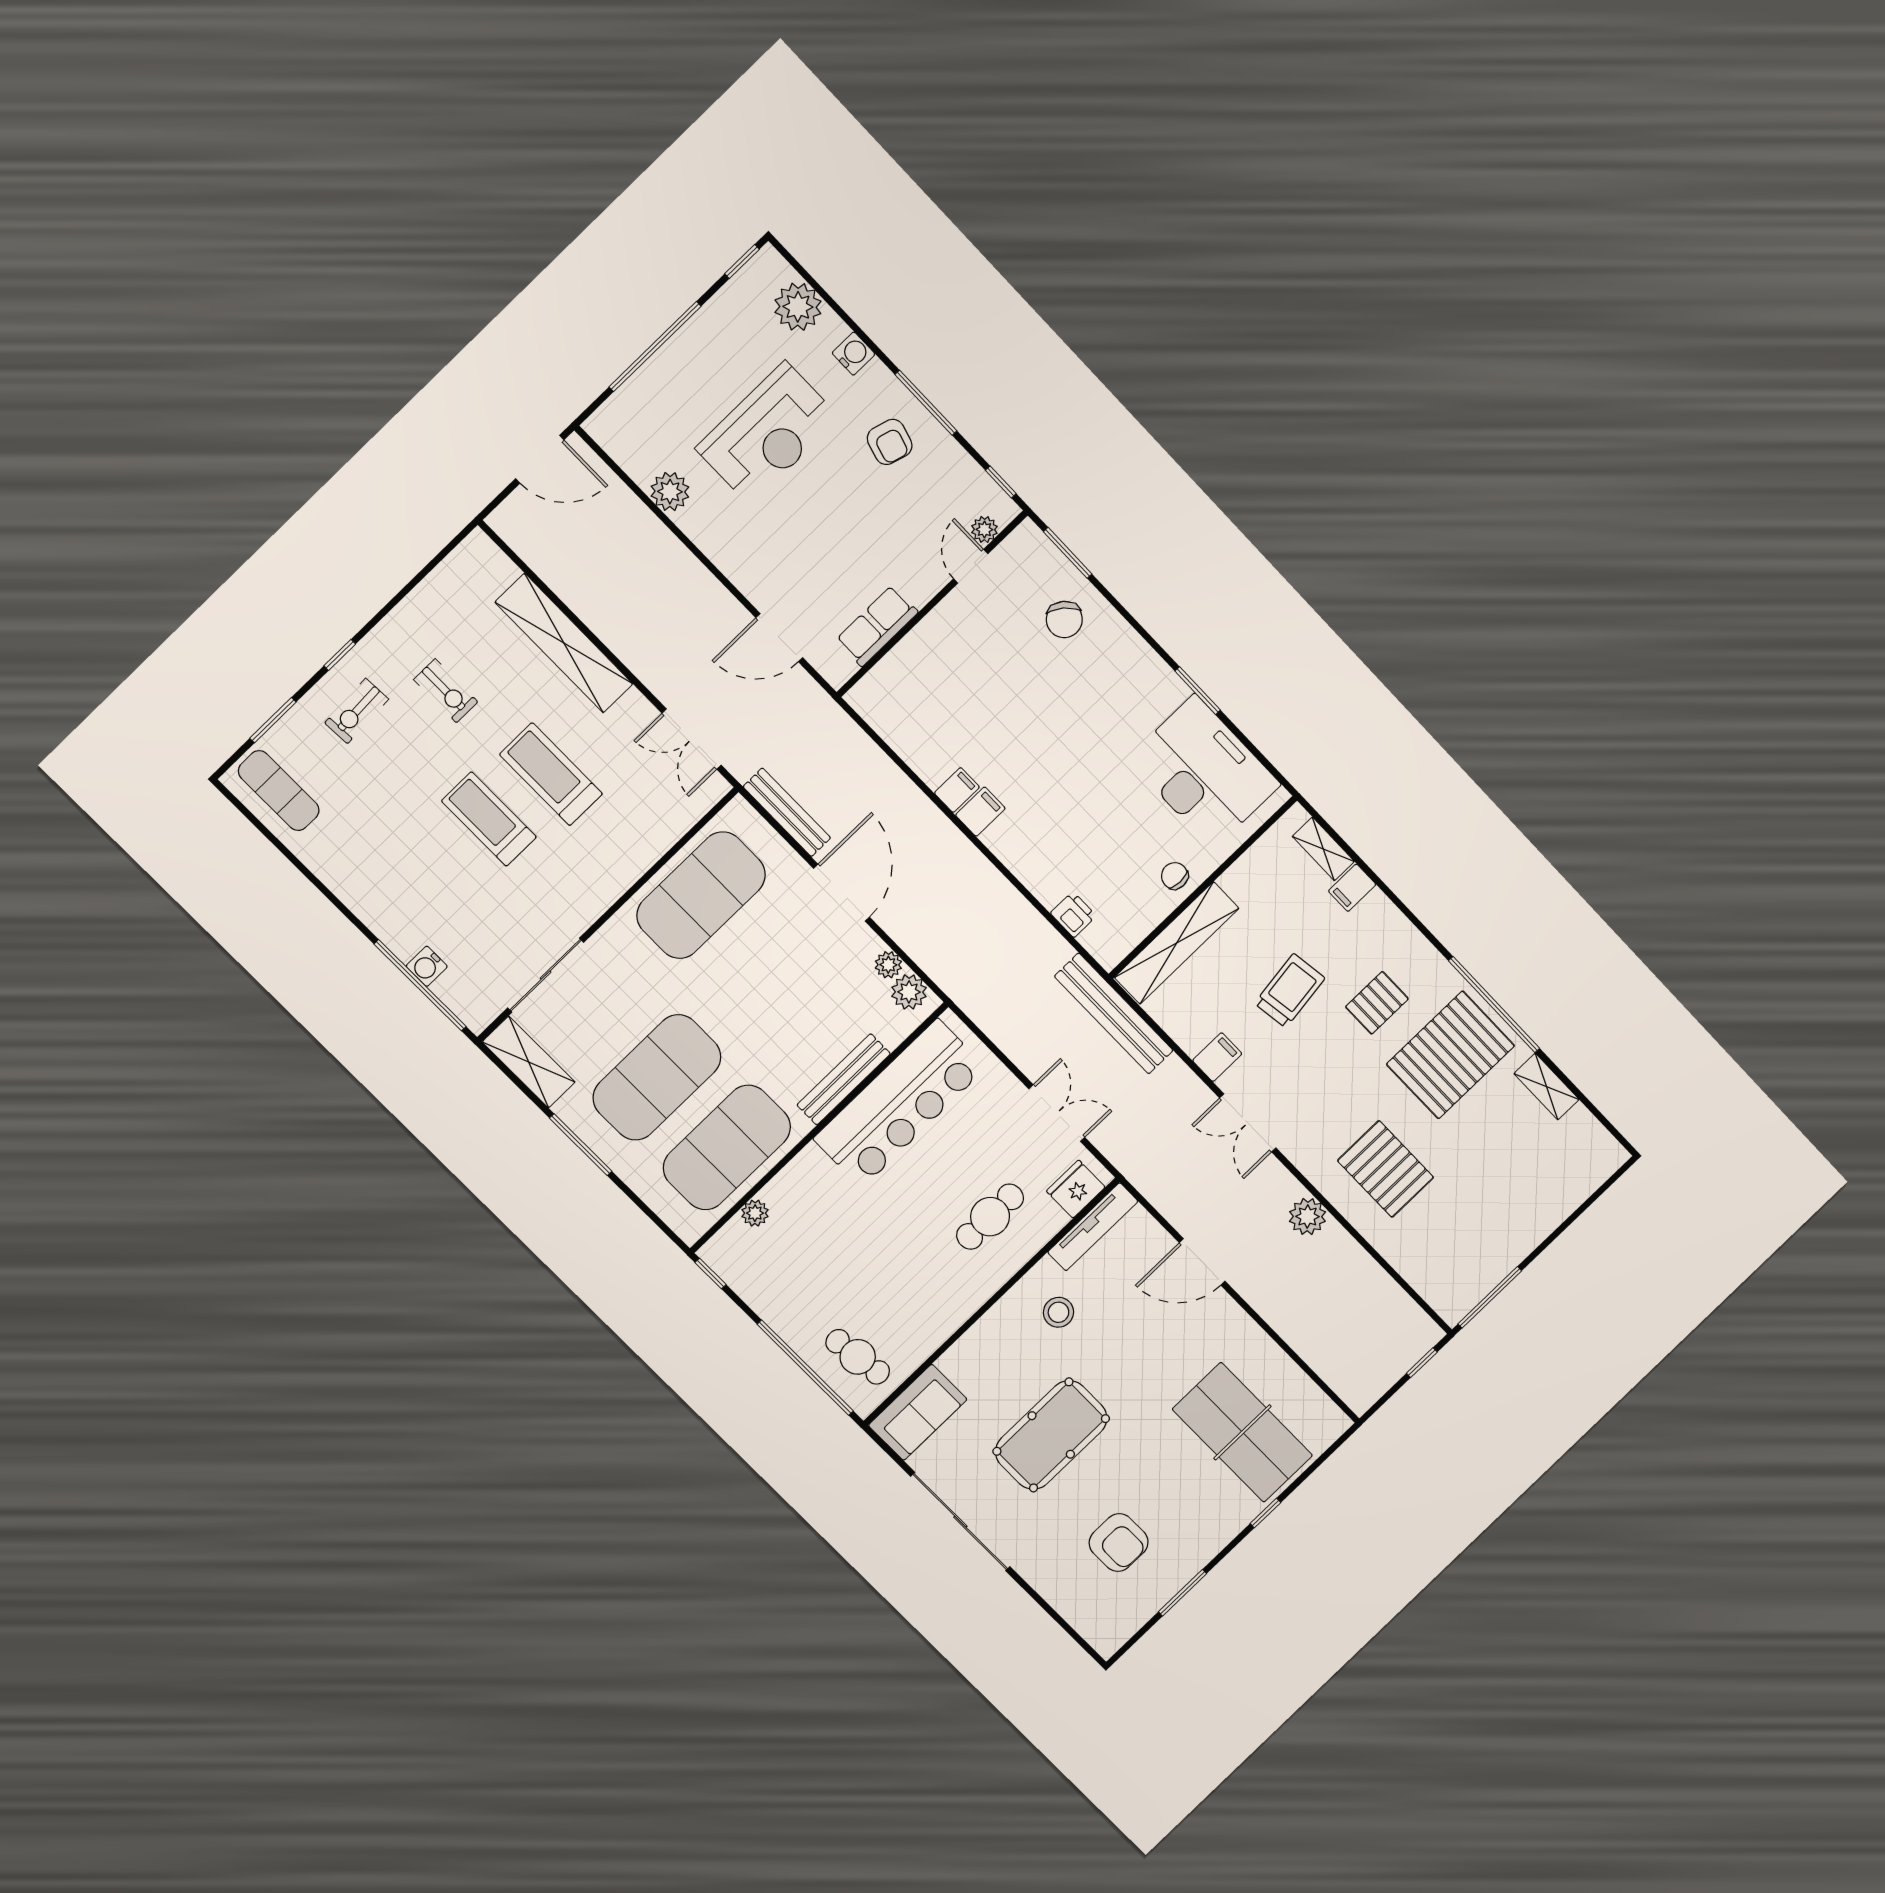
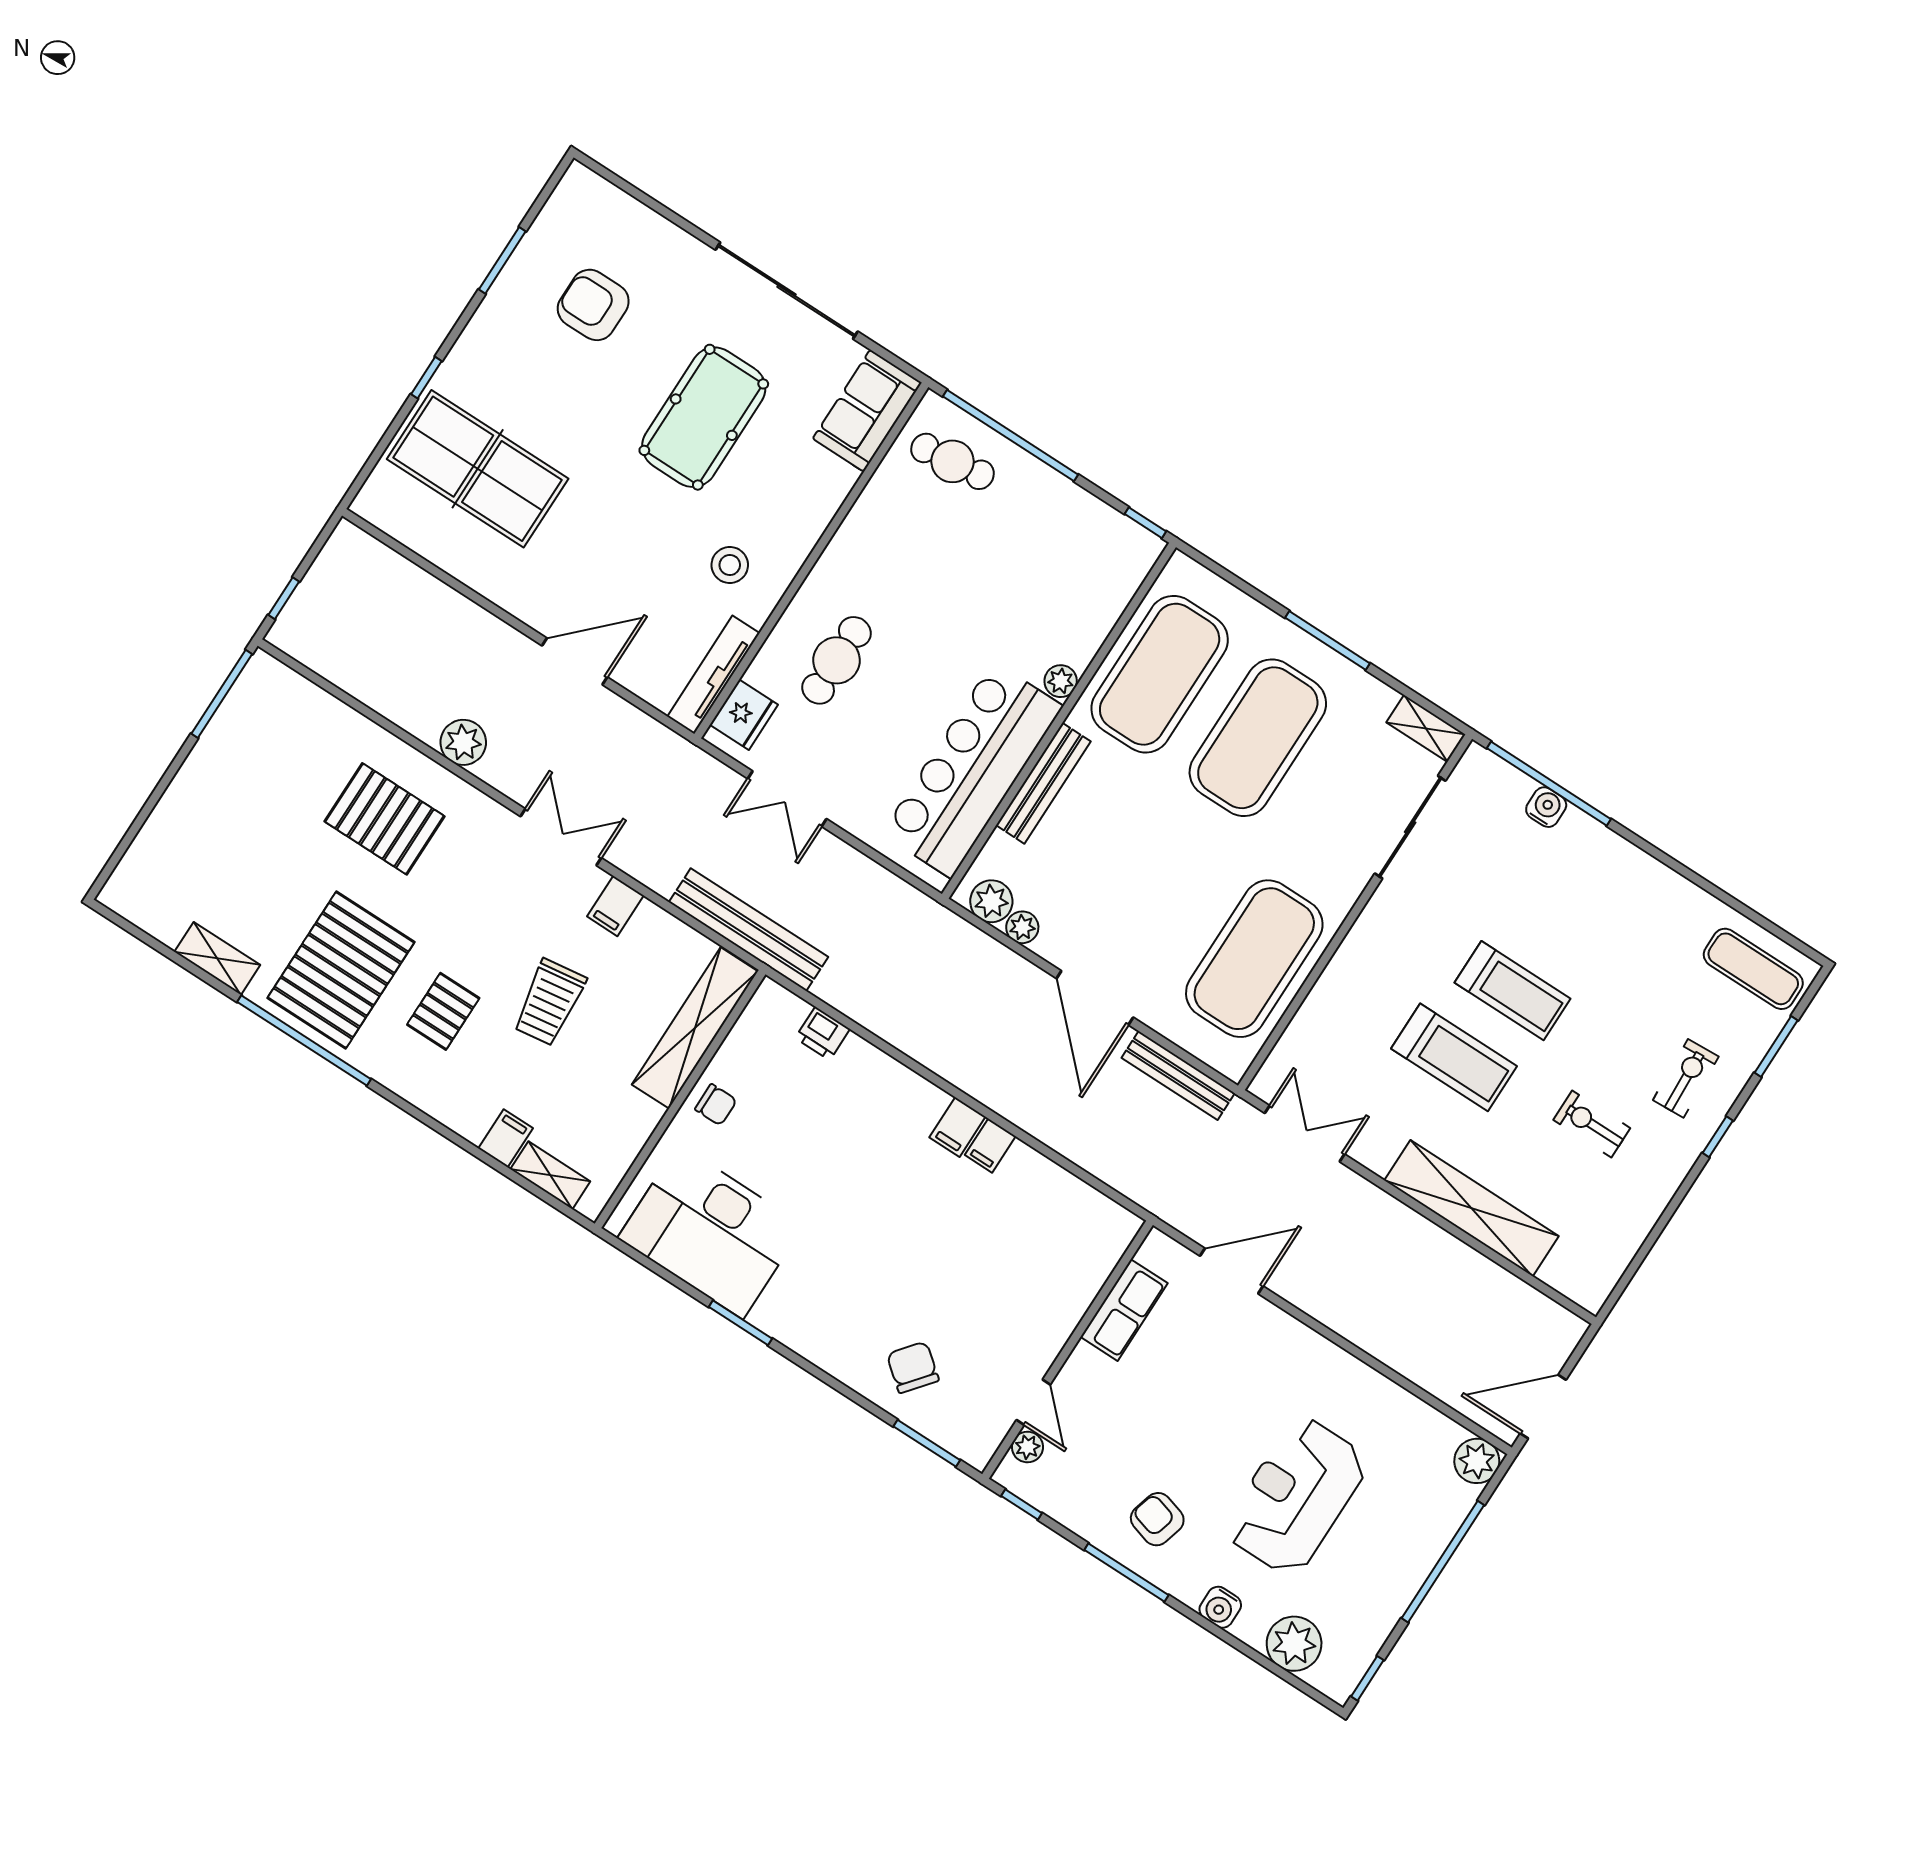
plant: (670, 492) -> (1477, 1461), moved
shelving: (529, 1062) -> (1426, 728), width x0.67, depth x0.75
plant: (755, 1213) -> (1061, 681), moved

